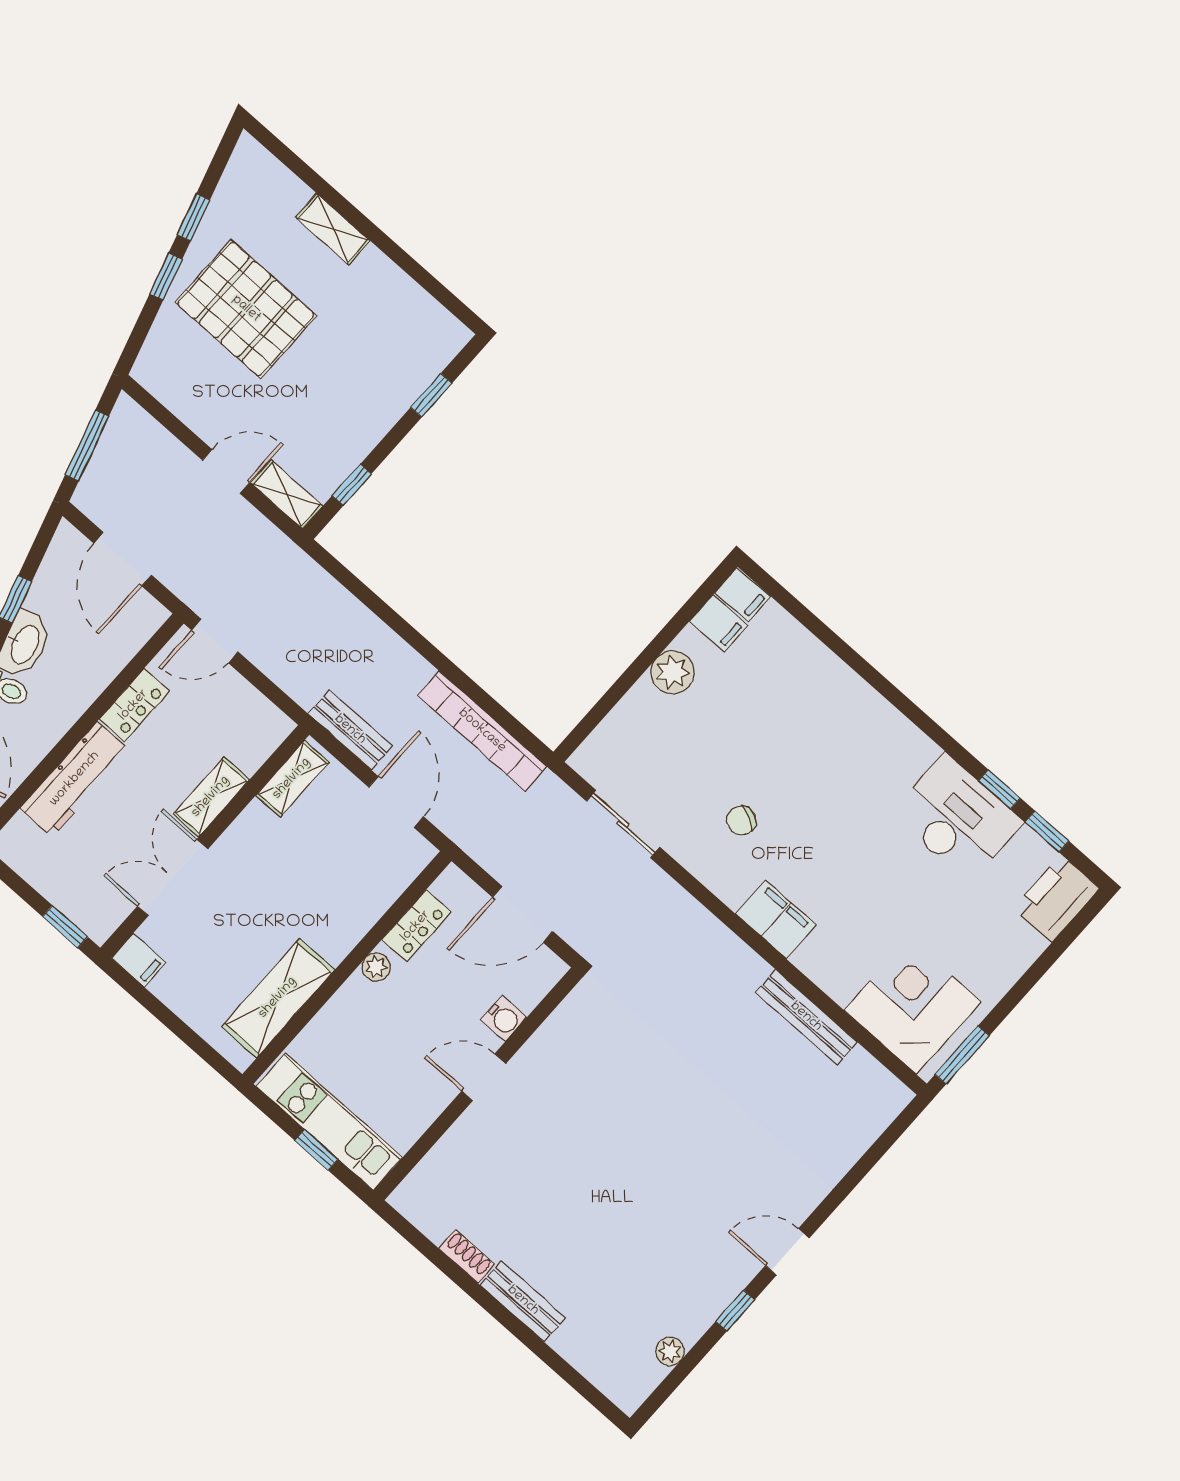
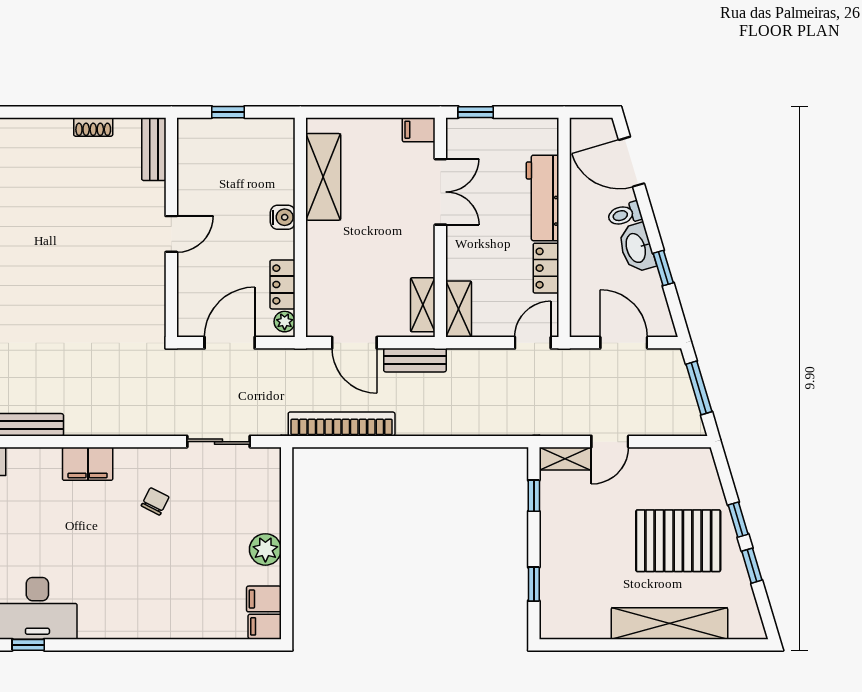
shelving: (333, 229) -> (669, 623), width x2.20, depth x1.33
shelving: (211, 797) -> (459, 309), moved
plant: (376, 967) -> (285, 322), moved
water cooler: (504, 1018) -> (283, 217), moved, turned 180
kitchen unit: (329, 1122) -> (235, 134), removed
bench: (523, 1301) -> (154, 149), moved, turned 90

